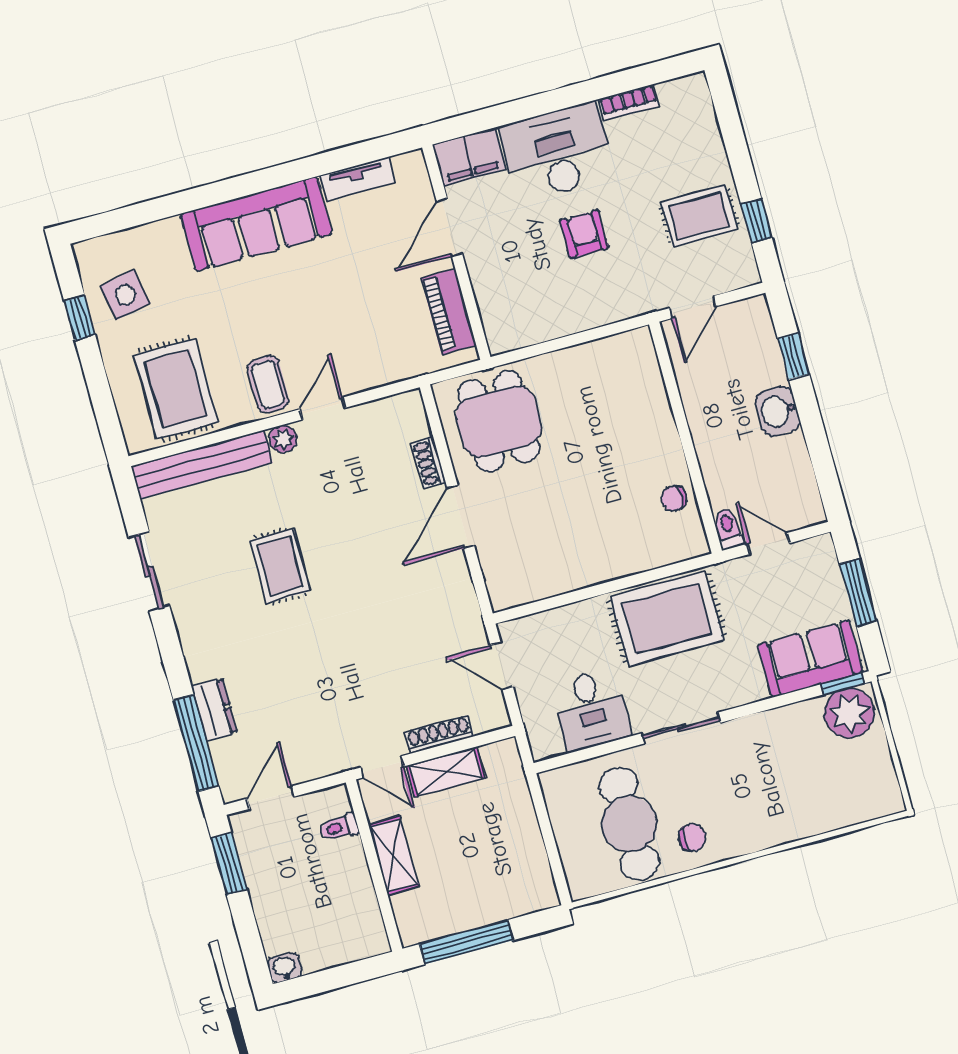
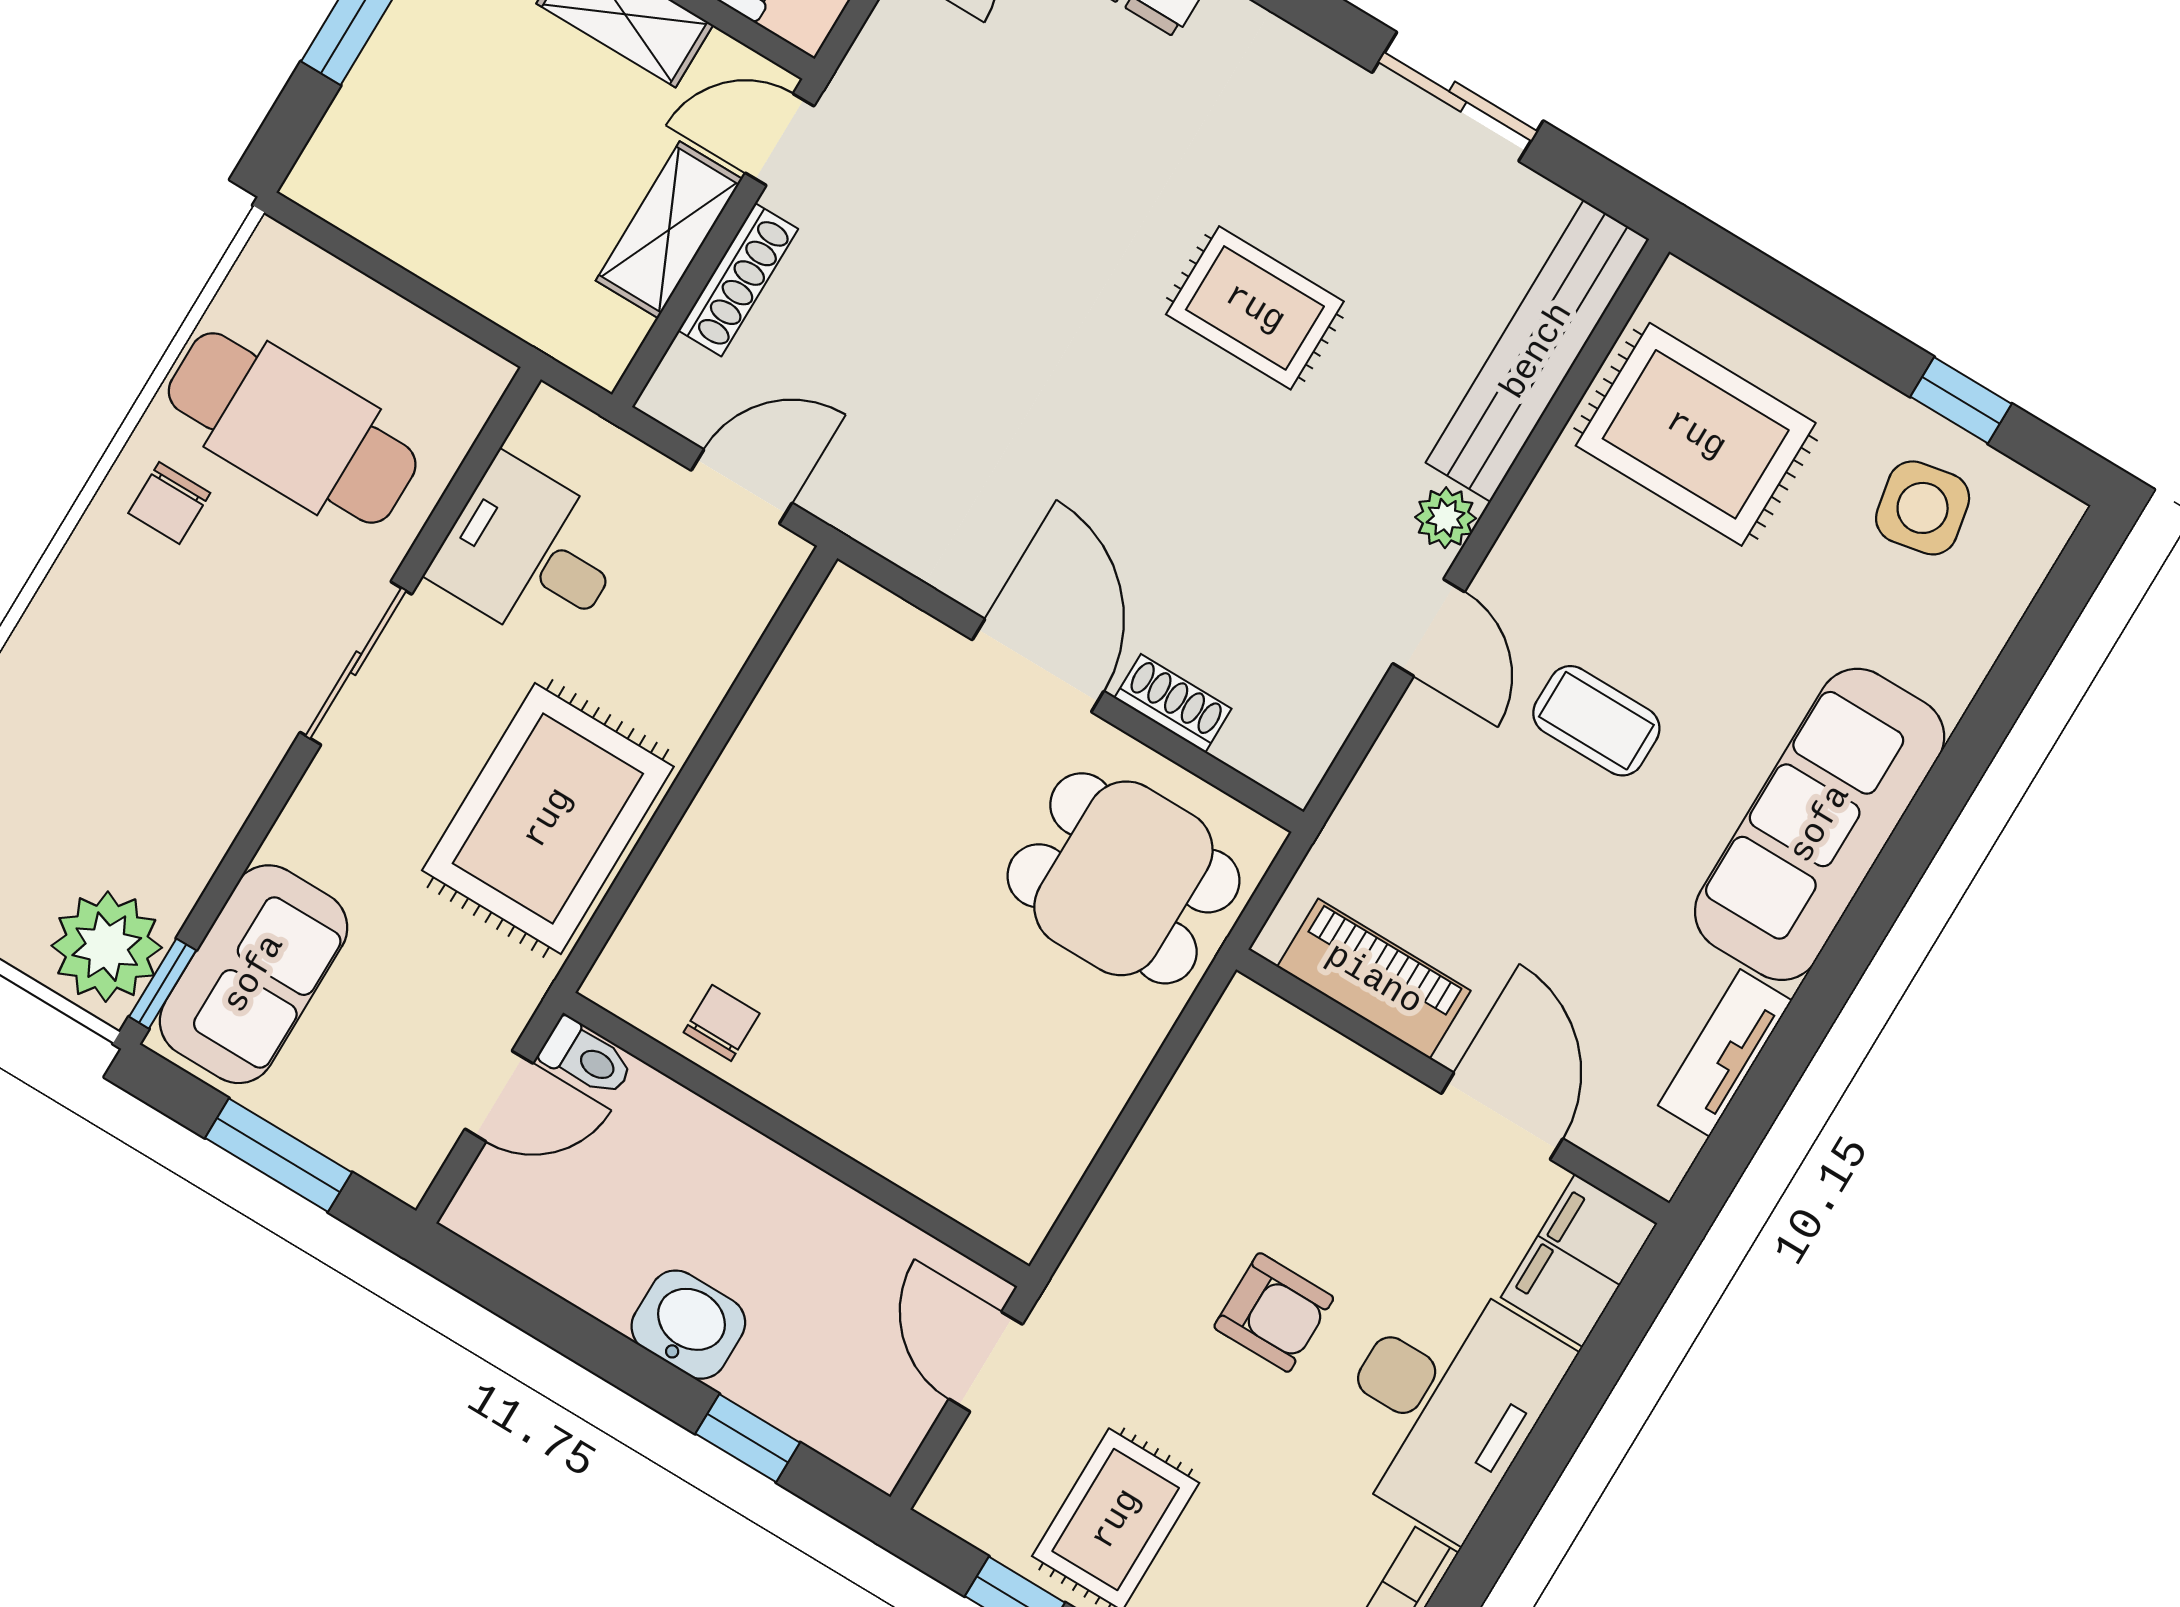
coffee table: (268, 384) -> (1596, 721), moved

